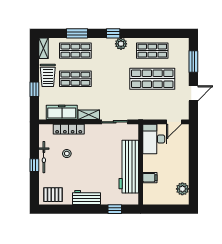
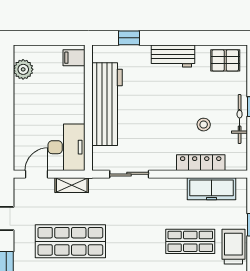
shelving: (89, 115) -> (72, 185), moved
filing cabinet: (150, 178) -> (74, 58), moved

